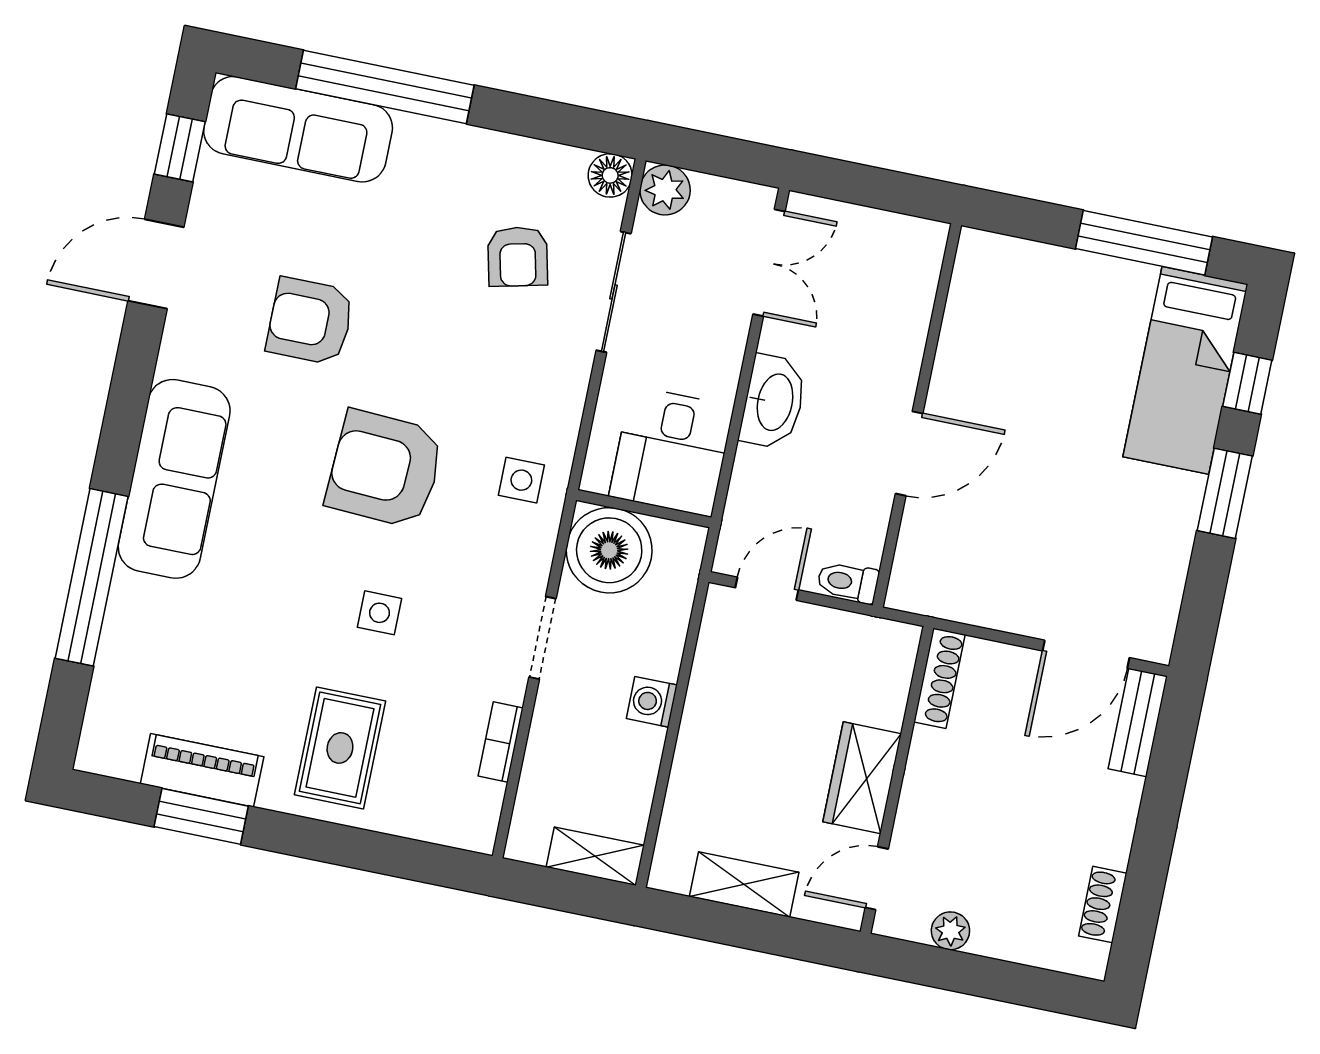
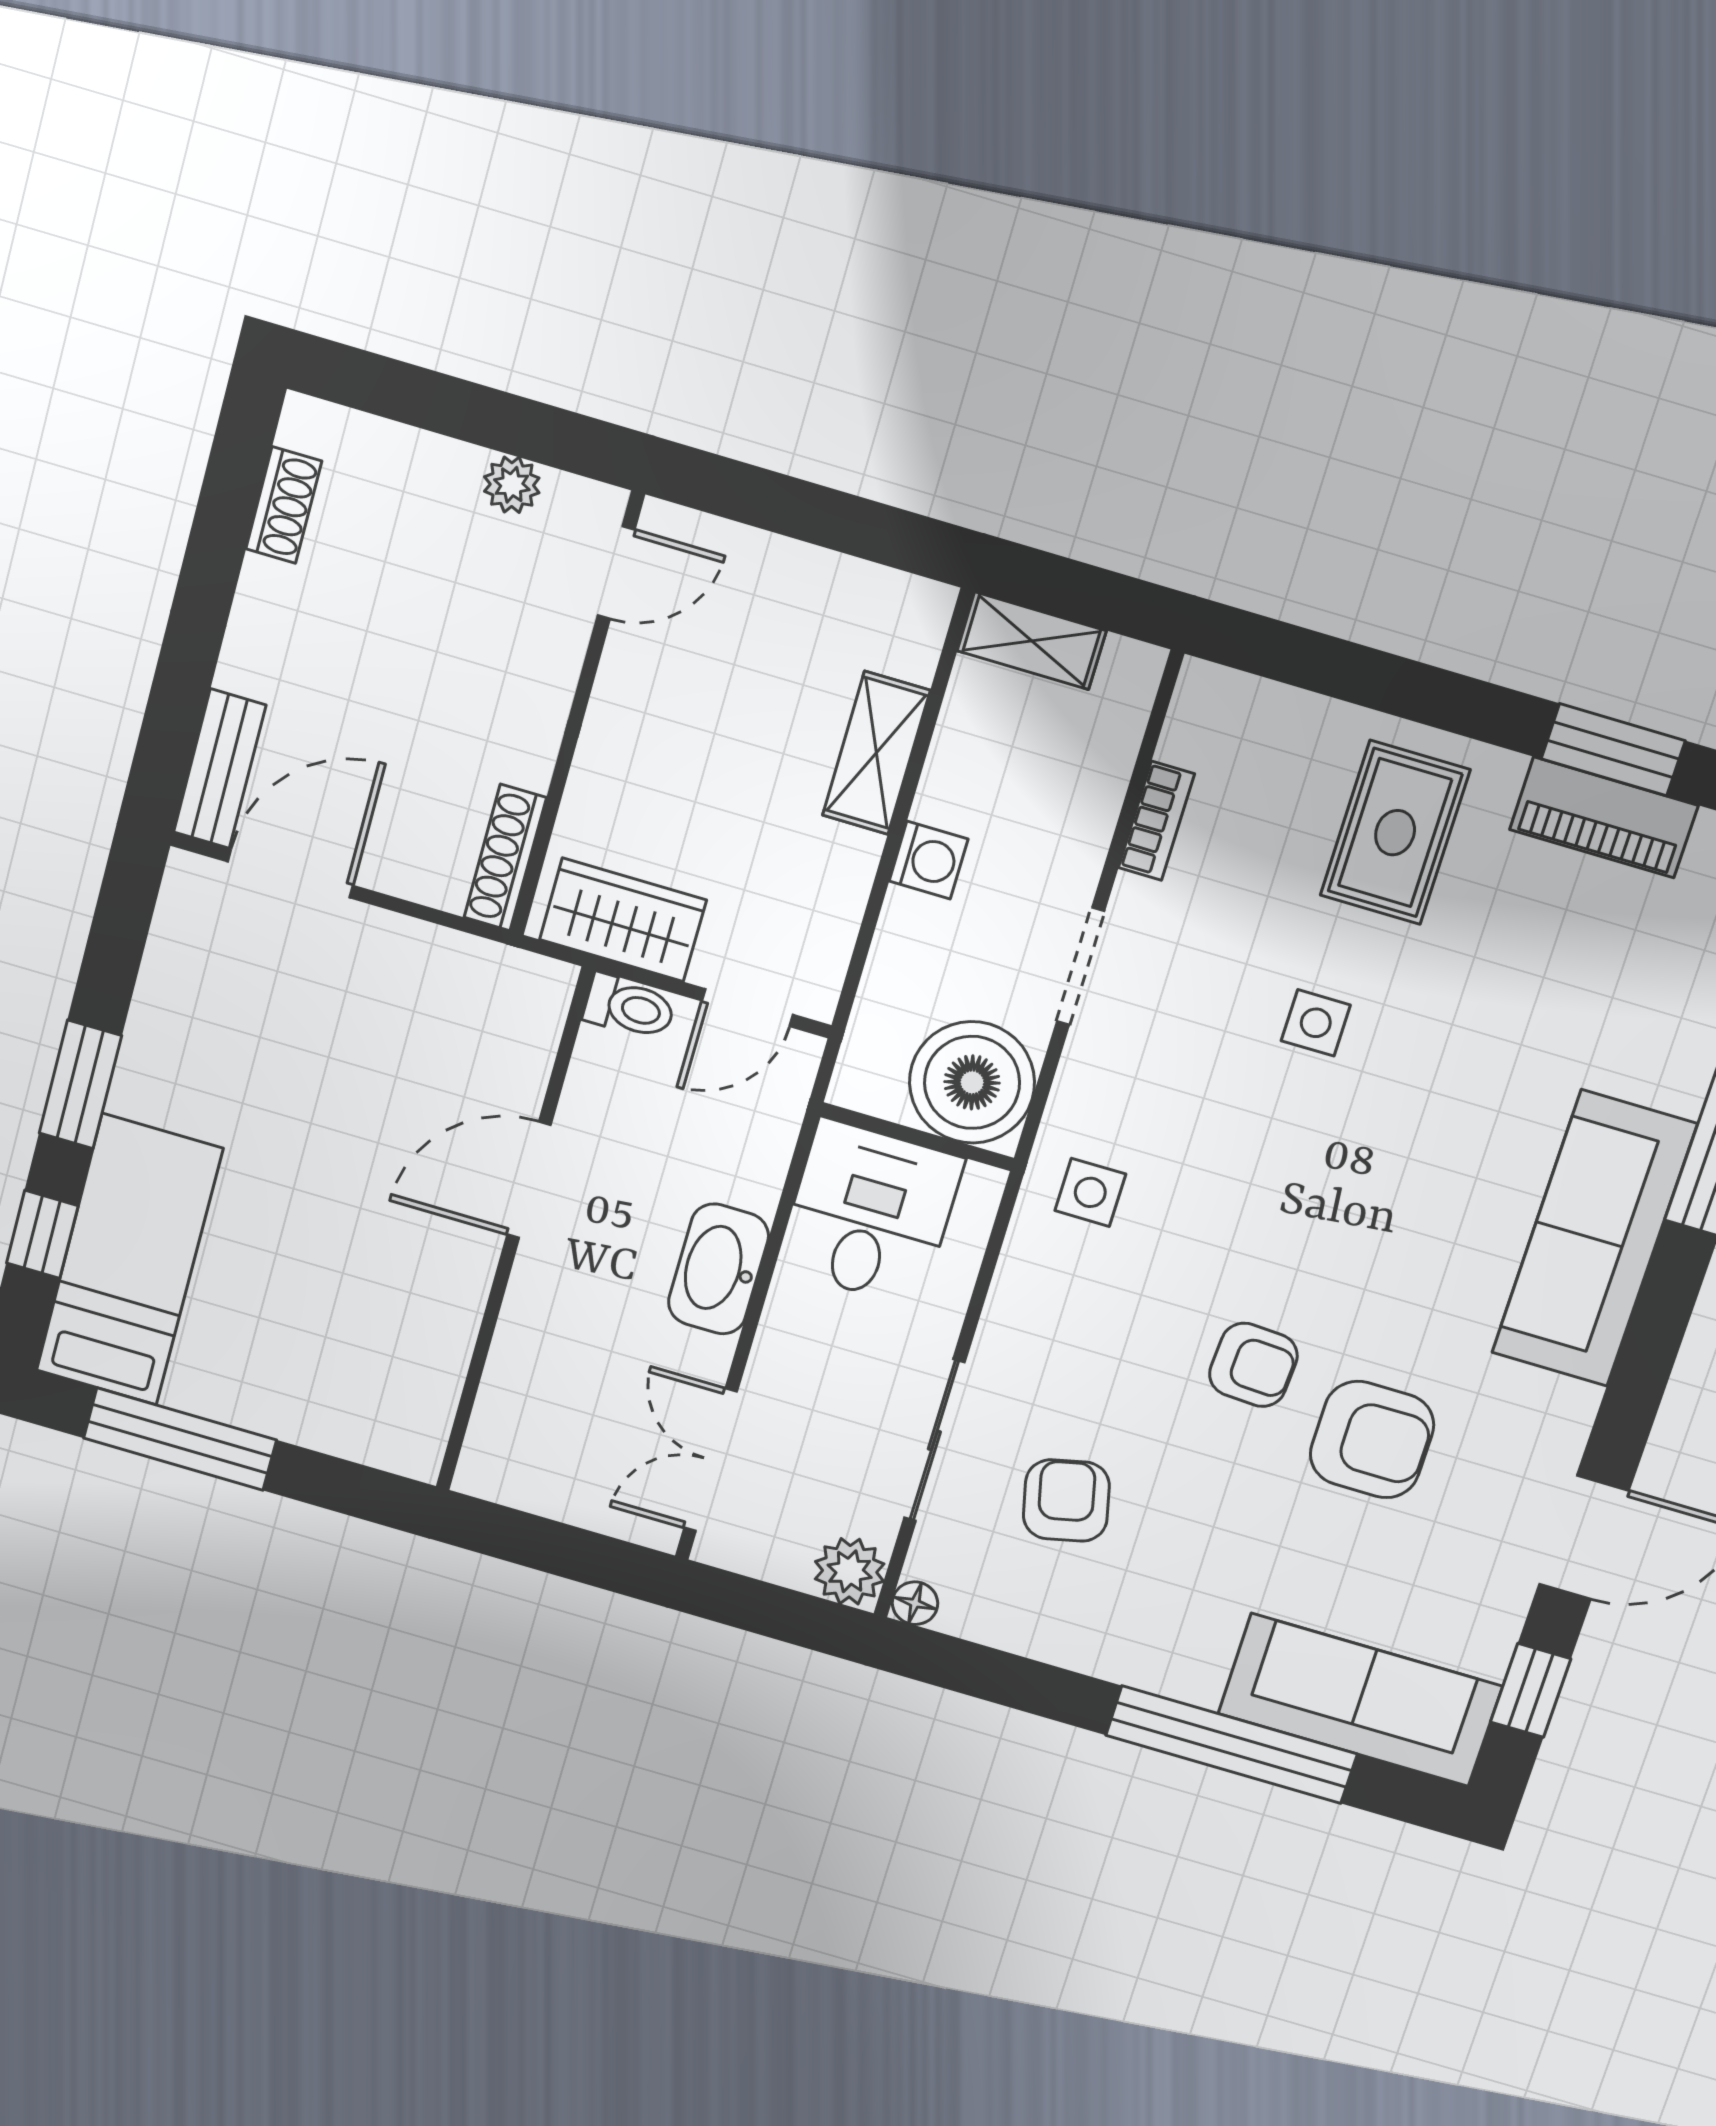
floor lamp: (610, 175) -> (915, 1603), width x0.73, depth x0.73
armchair: (385, 469) -> (1253, 1365), moved, width x0.53, depth x0.53
wardrobe: (862, 778) -> (623, 920), moved, turned -90
shelving: (744, 884) -> (876, 753), moved, turned 90

